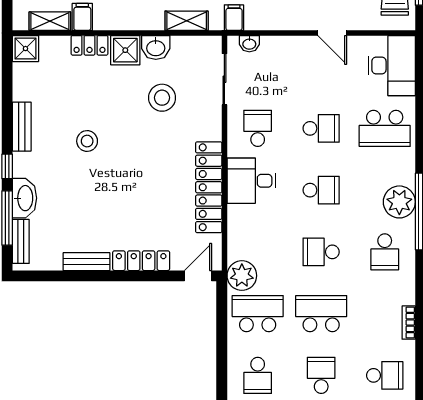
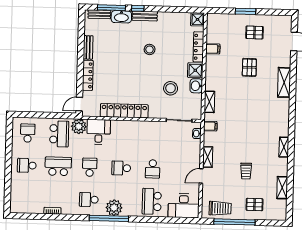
shelving: (50, 21) -> (208, 157), moved
locker: (90, 45) -> (198, 47), width x1.53
bench: (22, 127) -> (145, 16), moved
school desk: (258, 128) -> (154, 137), removed
desk: (251, 181) -> (99, 132), moved
school desk: (321, 190) -> (121, 168), turned 90
door: (198, 276) -> (79, 104), swing flipped
school desk: (321, 314) -> (58, 166), turned -90
school desk: (258, 375) -> (28, 133), turned 90
school desk: (321, 375) -> (27, 165), turned 180
school desk: (385, 375) -> (26, 198), removed

